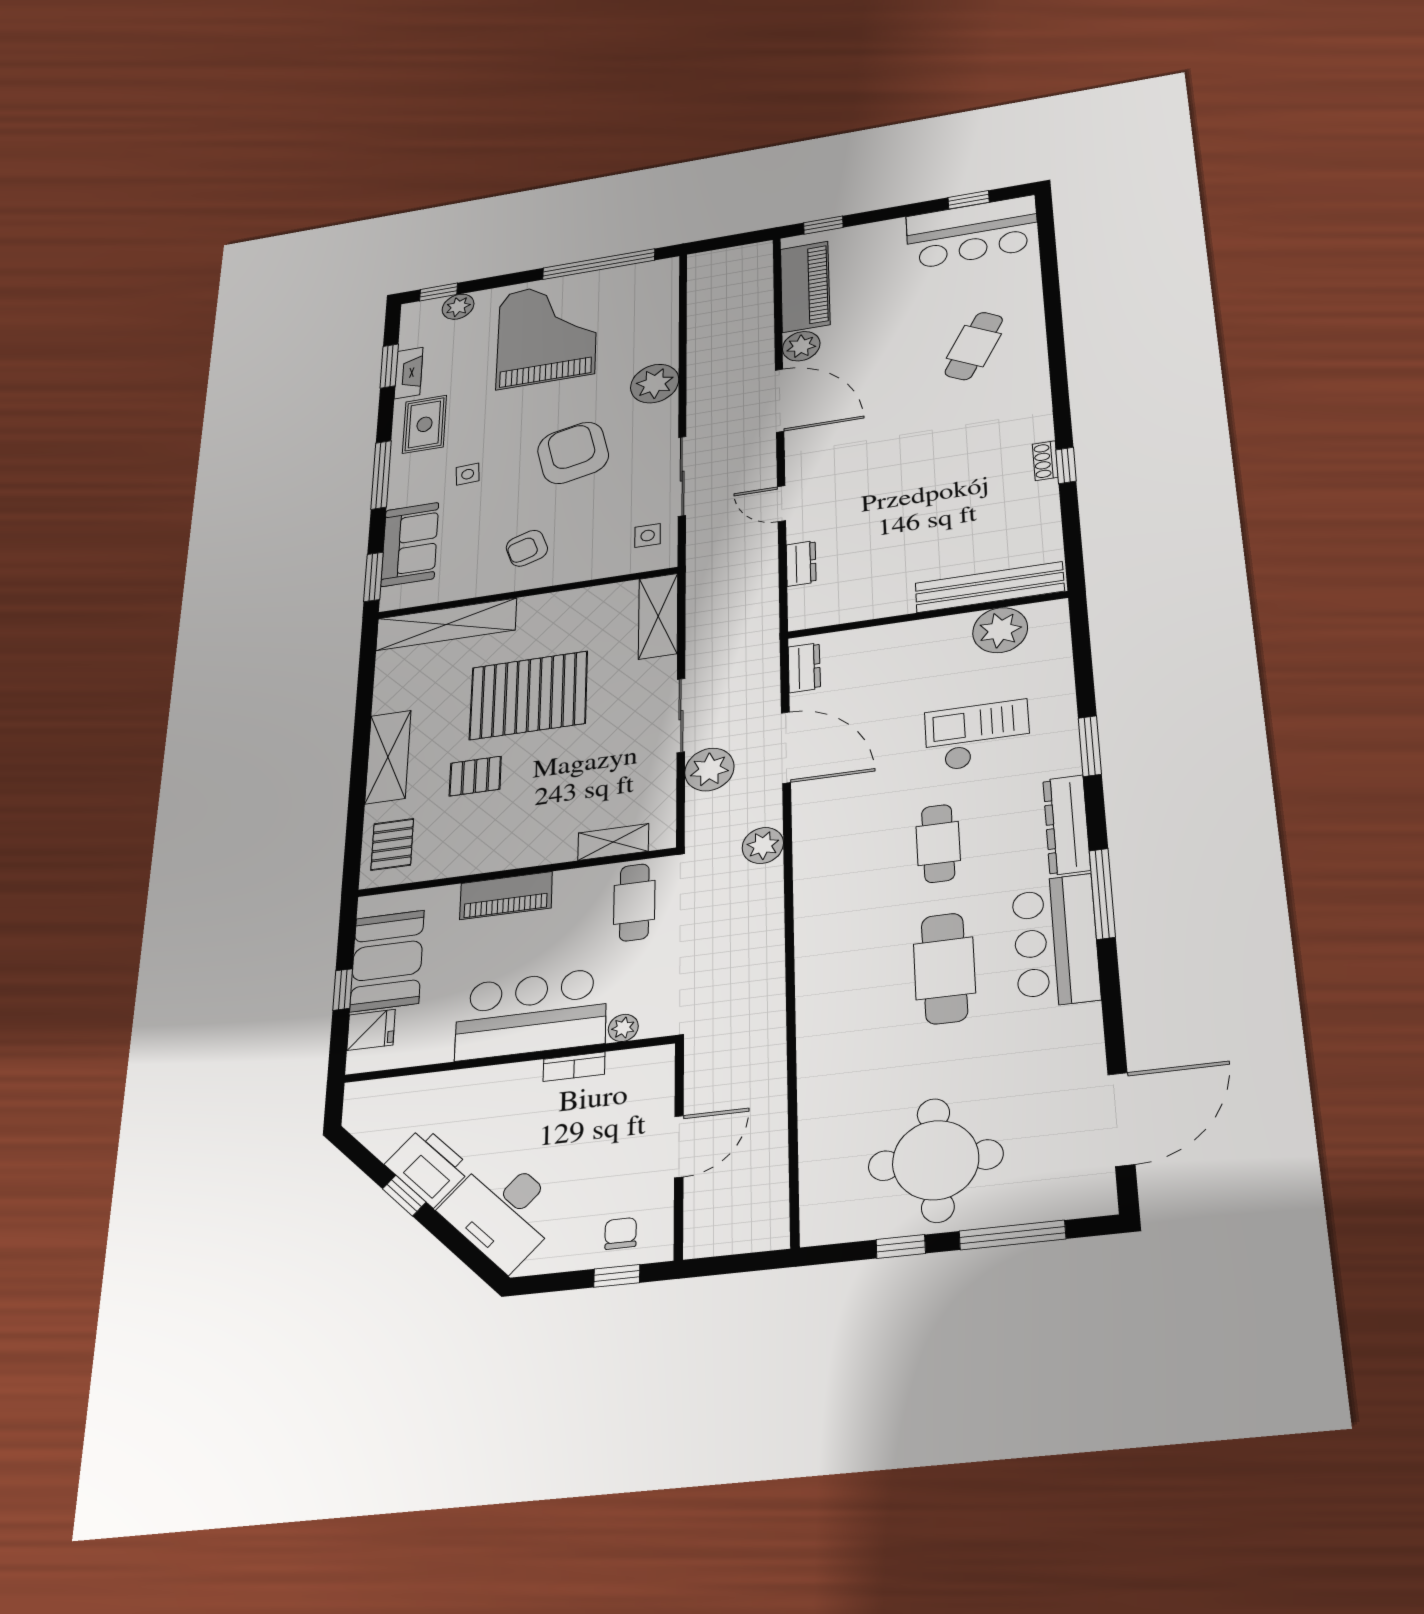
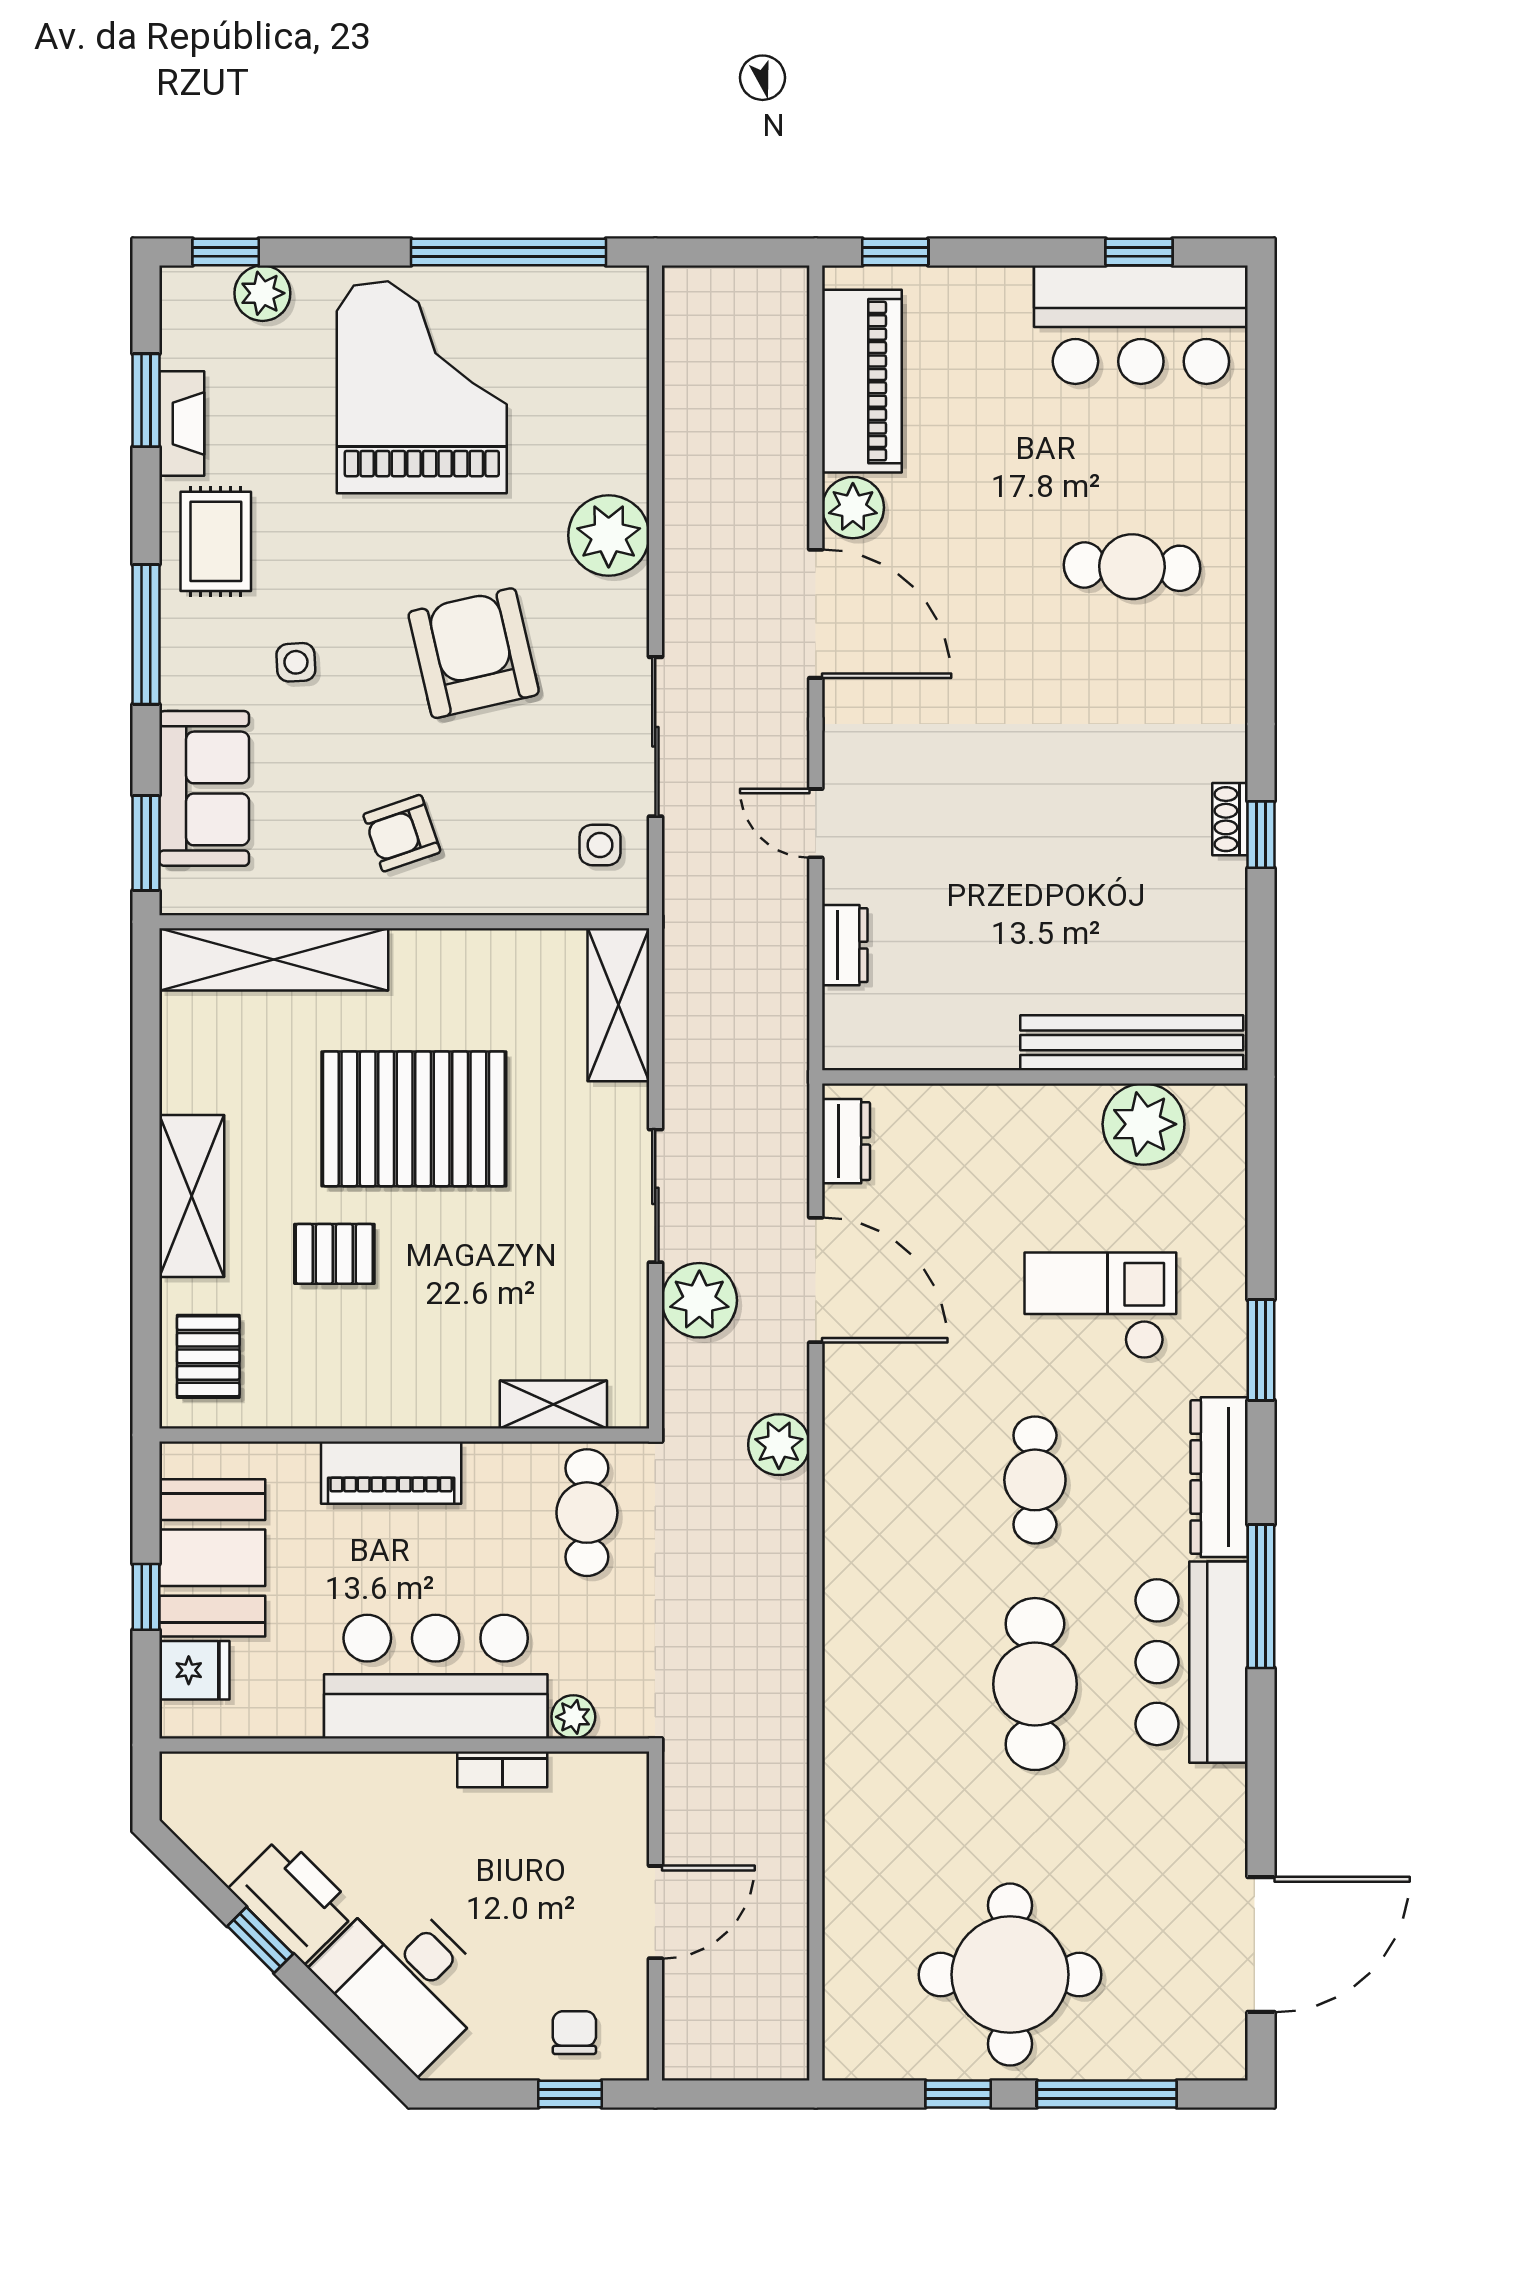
cafe table: (974, 346) -> (1132, 567), turned 64

